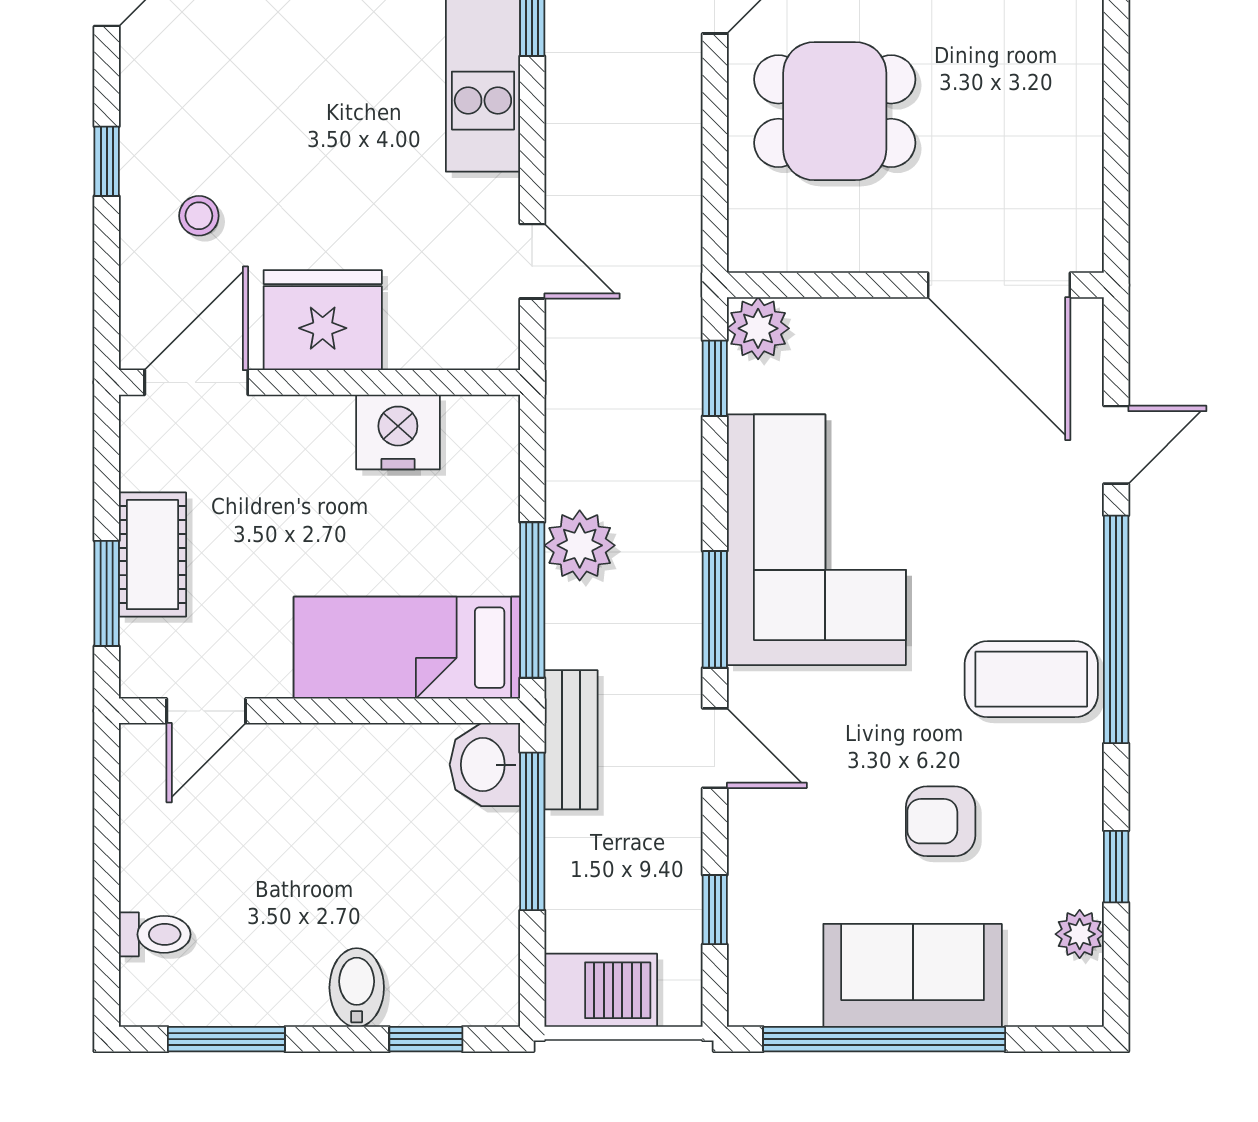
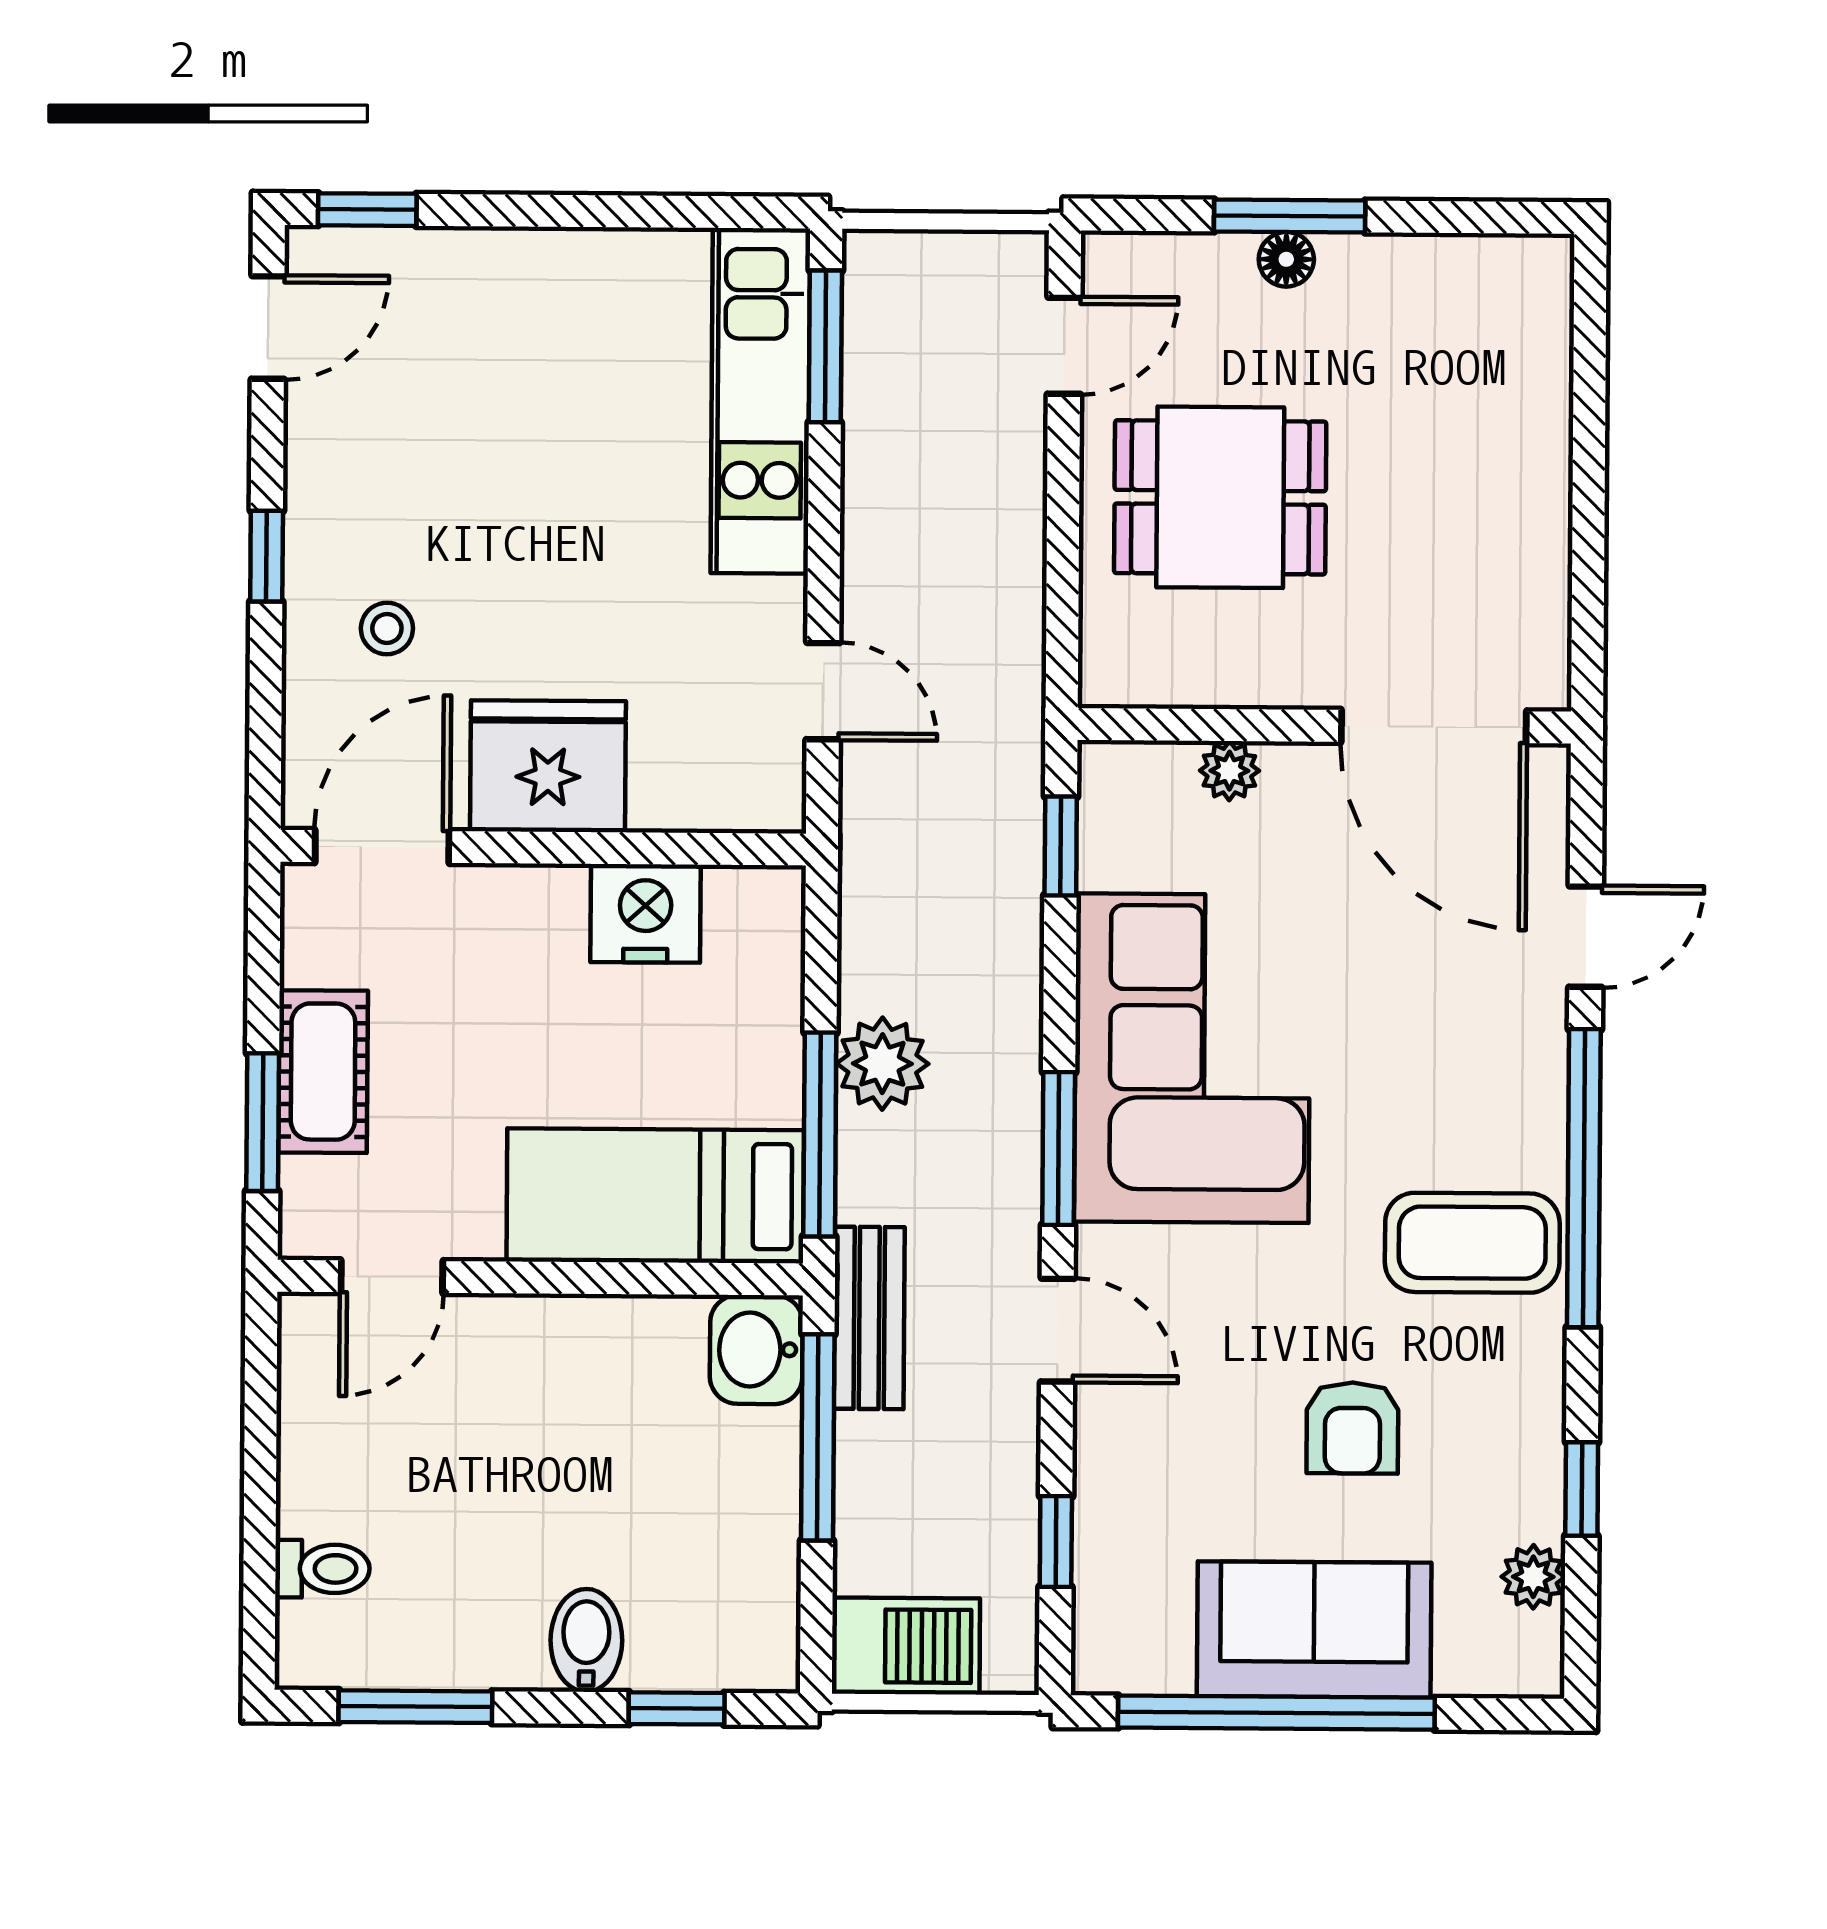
plant: (758, 328) -> (1229, 771), moved, width x0.73, depth x0.73
armchair: (941, 821) -> (1352, 1428), turned -90

